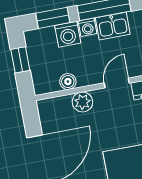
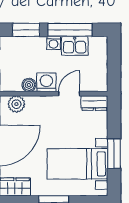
washing machine: (68, 34) -> (46, 82), moved, turned 180
plant: (82, 102) -> (16, 104), moved

